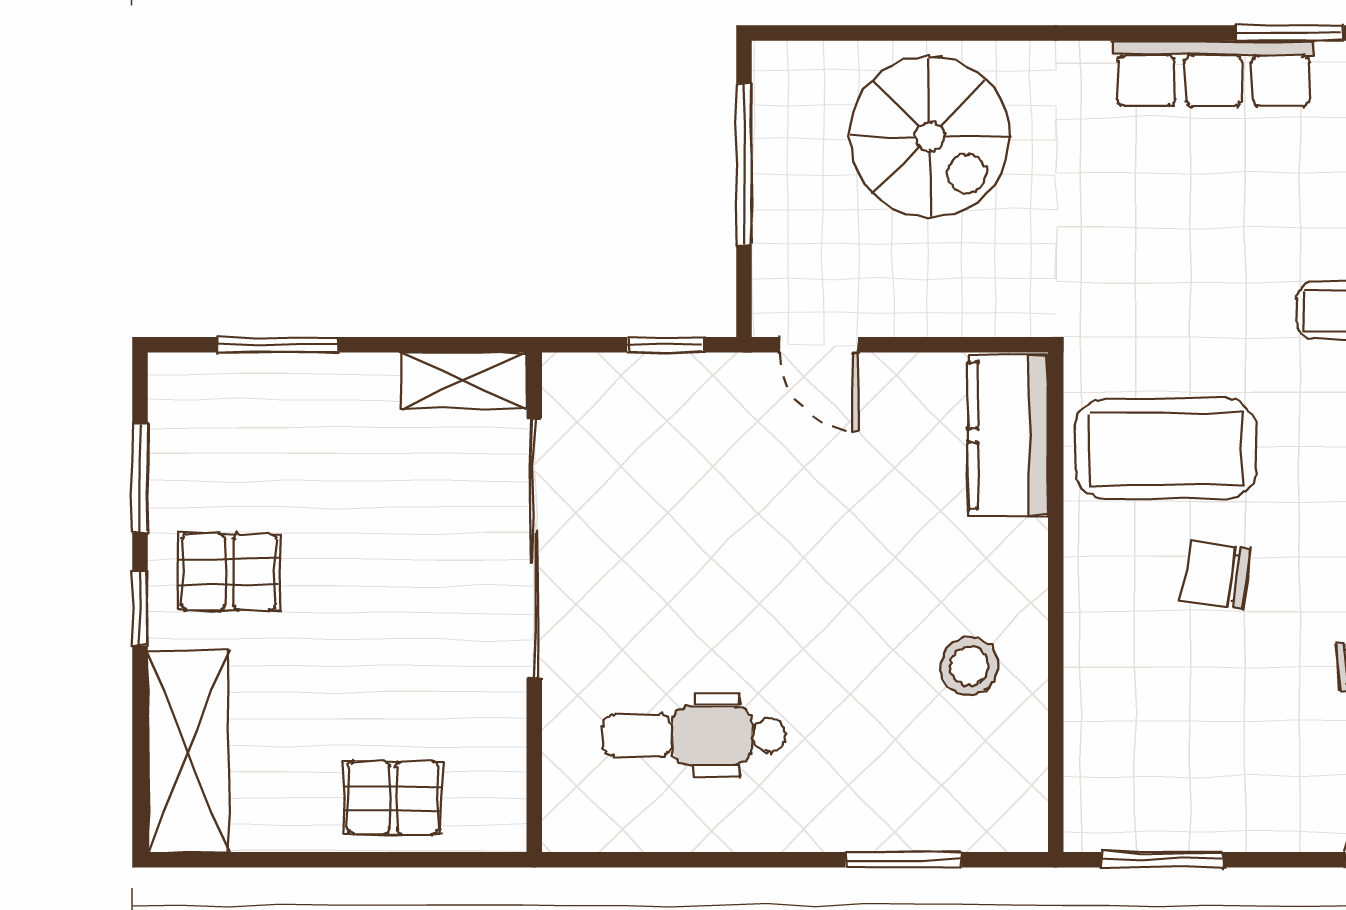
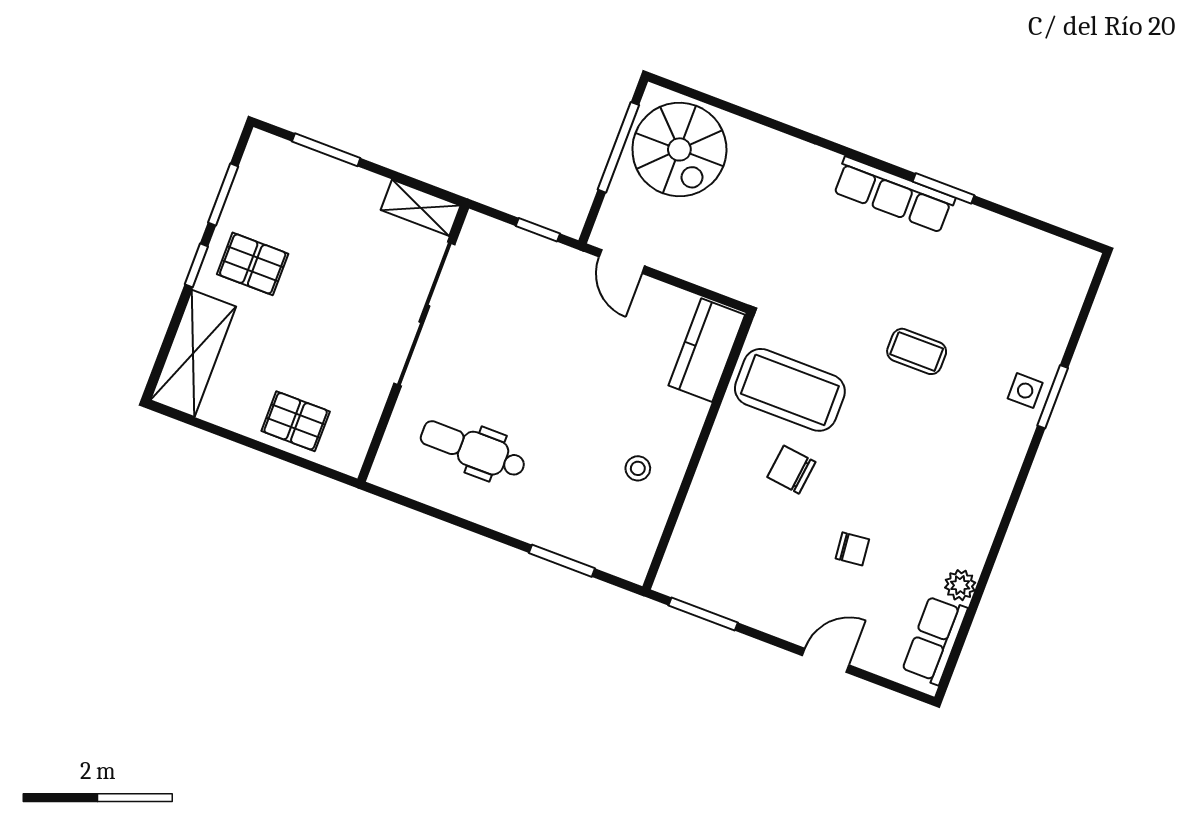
spiral stairs: (930, 136) -> (679, 149), moved
stool: (969, 666) -> (638, 468), width x0.73, depth x0.73

